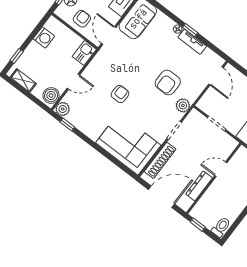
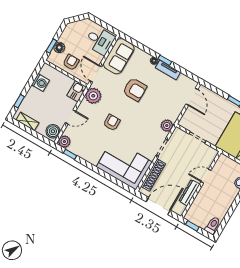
plant: (103, 61) -> (93, 96), added
armchair: (168, 82) -> (135, 90), moved, turned -90

